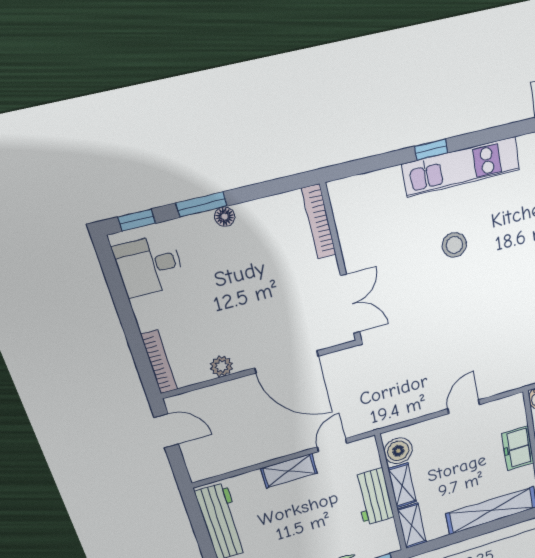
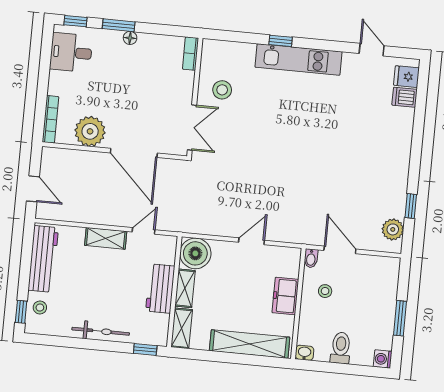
bookcase: (319, 222) -> (191, 53), width x0.64
stool: (454, 245) -> (222, 90), moved
plant: (222, 366) -> (90, 131), width x1.88, depth x1.88
door: (166, 431) -> (33, 189), moved
boiler: (398, 451) -> (195, 253), width x1.37, depth x1.37

